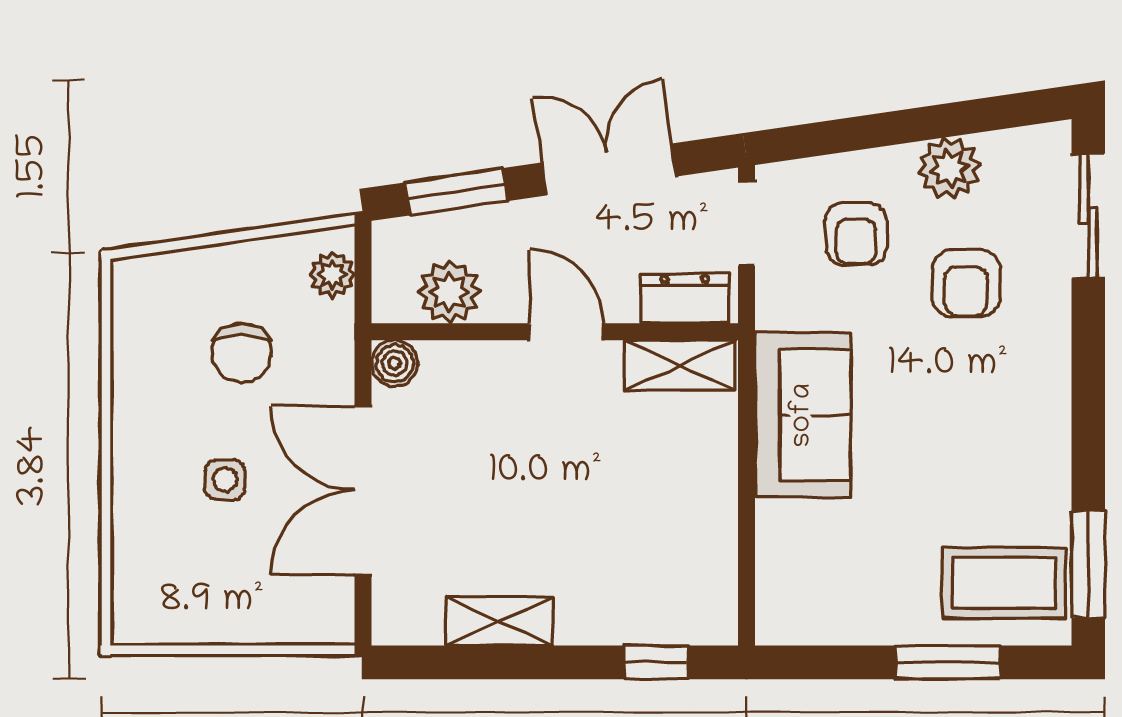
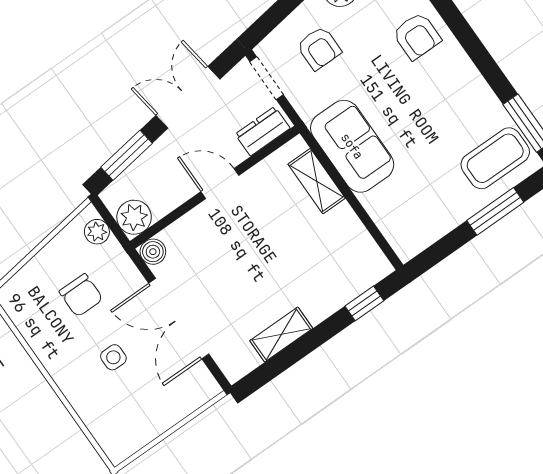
armchair: (966, 283) -> (417, 36), moved
plant: (449, 292) -> (134, 217), moved
shelving: (680, 365) -> (317, 181), moved, turned 90

